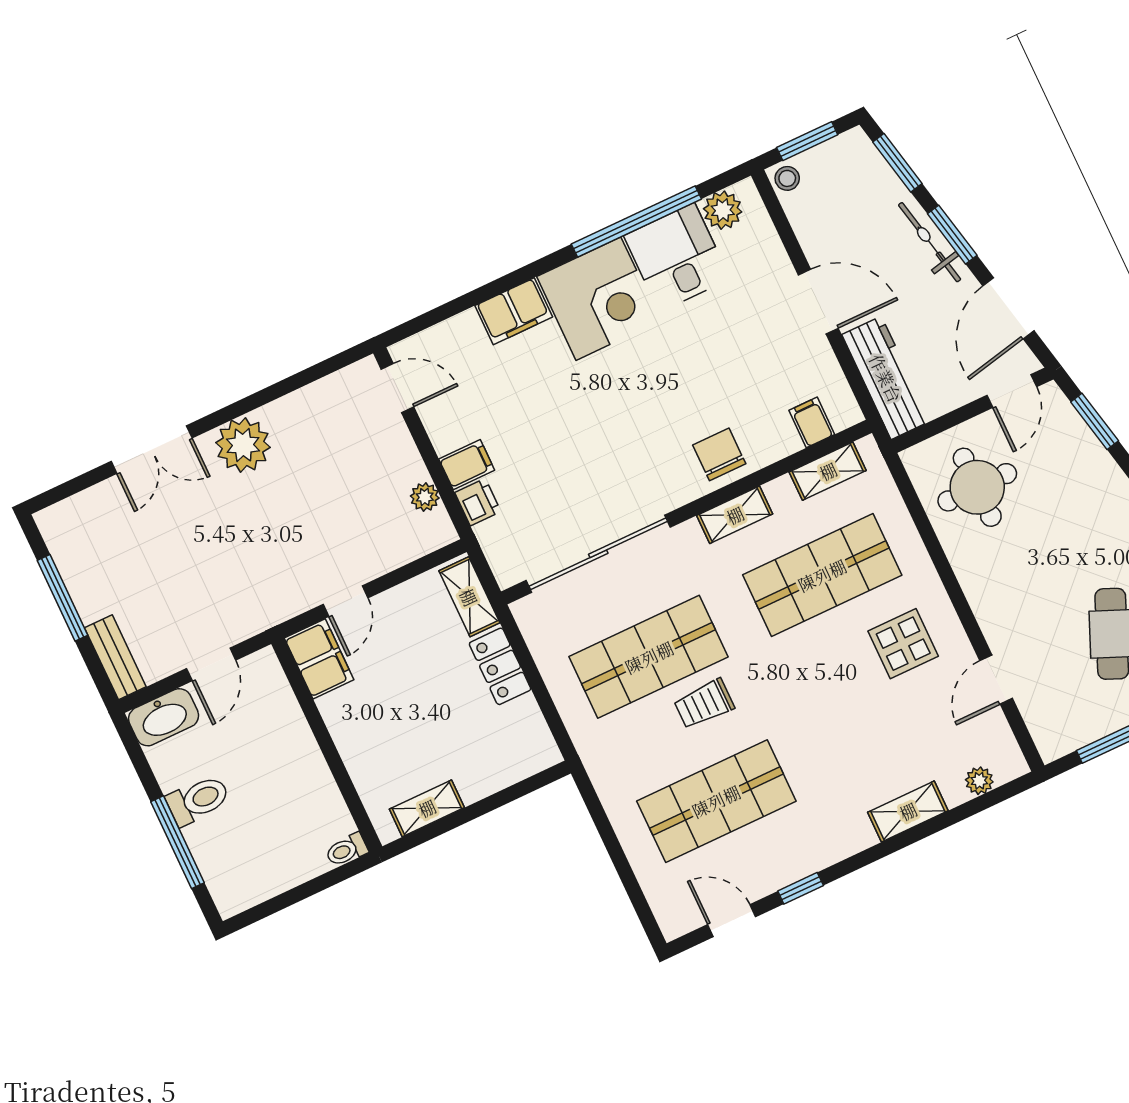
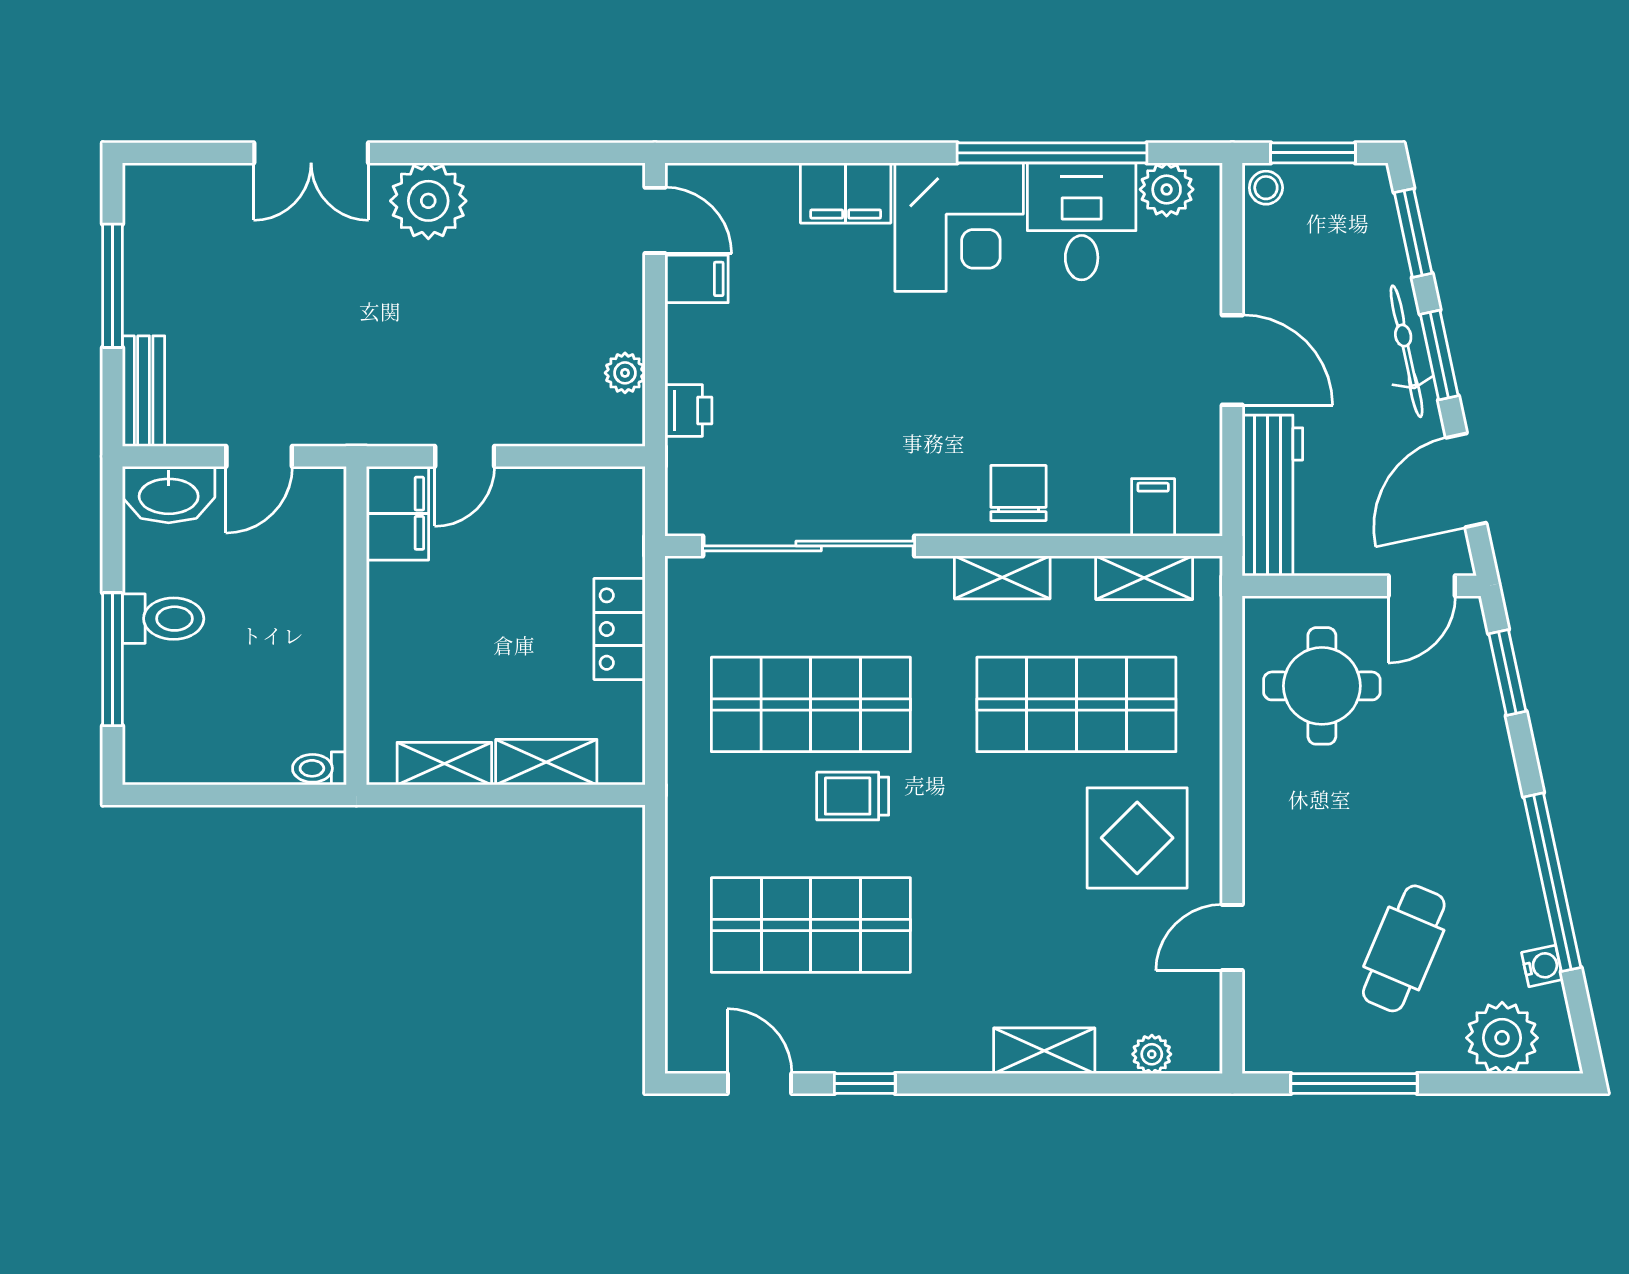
filing cabinet: (467, 465) -> (697, 279), moved
shelving: (469, 597) -> (546, 762), moved, turned 90
display table: (903, 644) -> (1137, 838), width x1.36, depth x1.36

